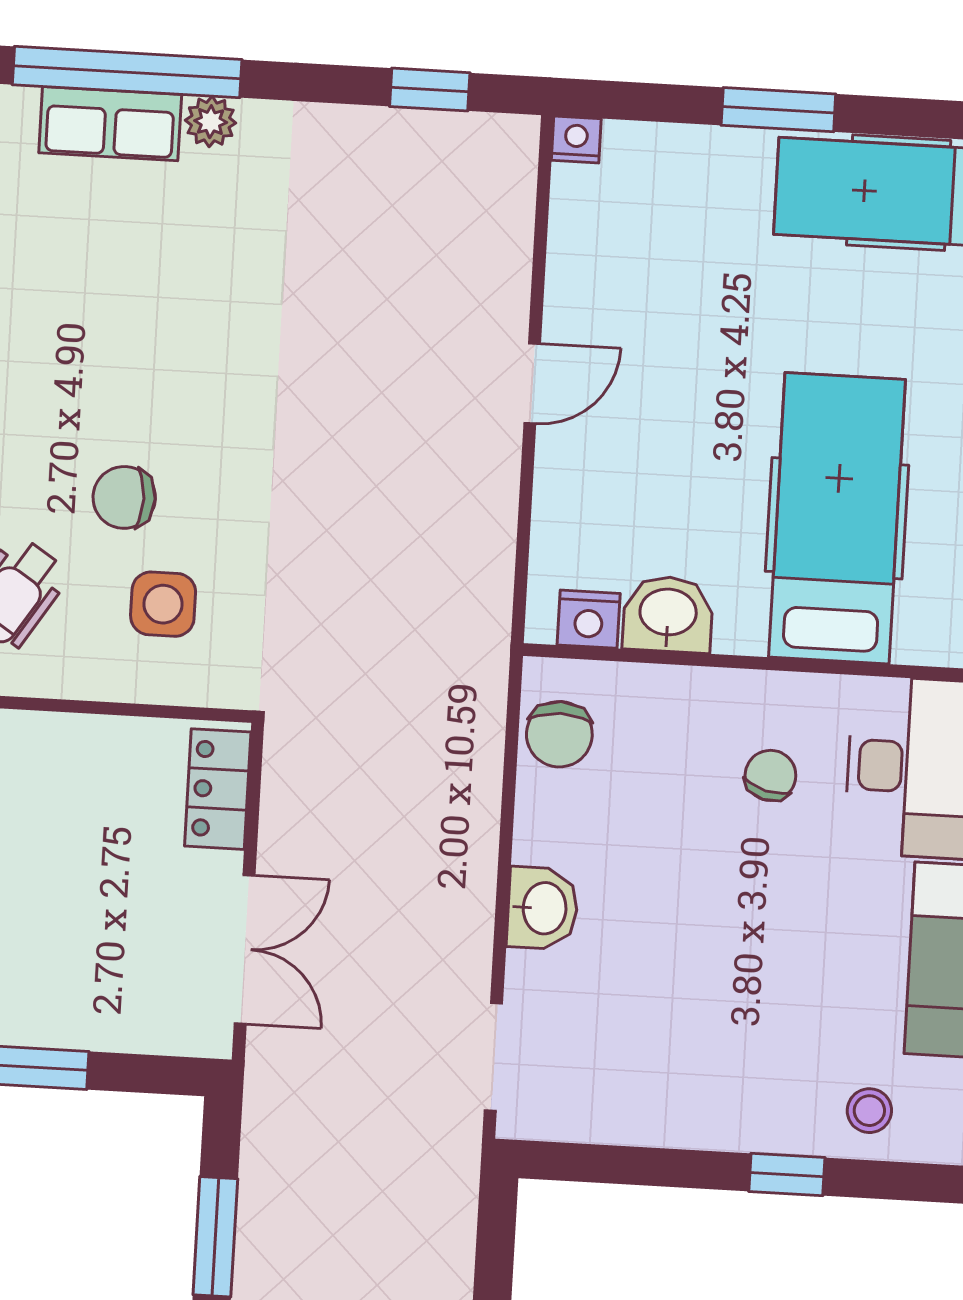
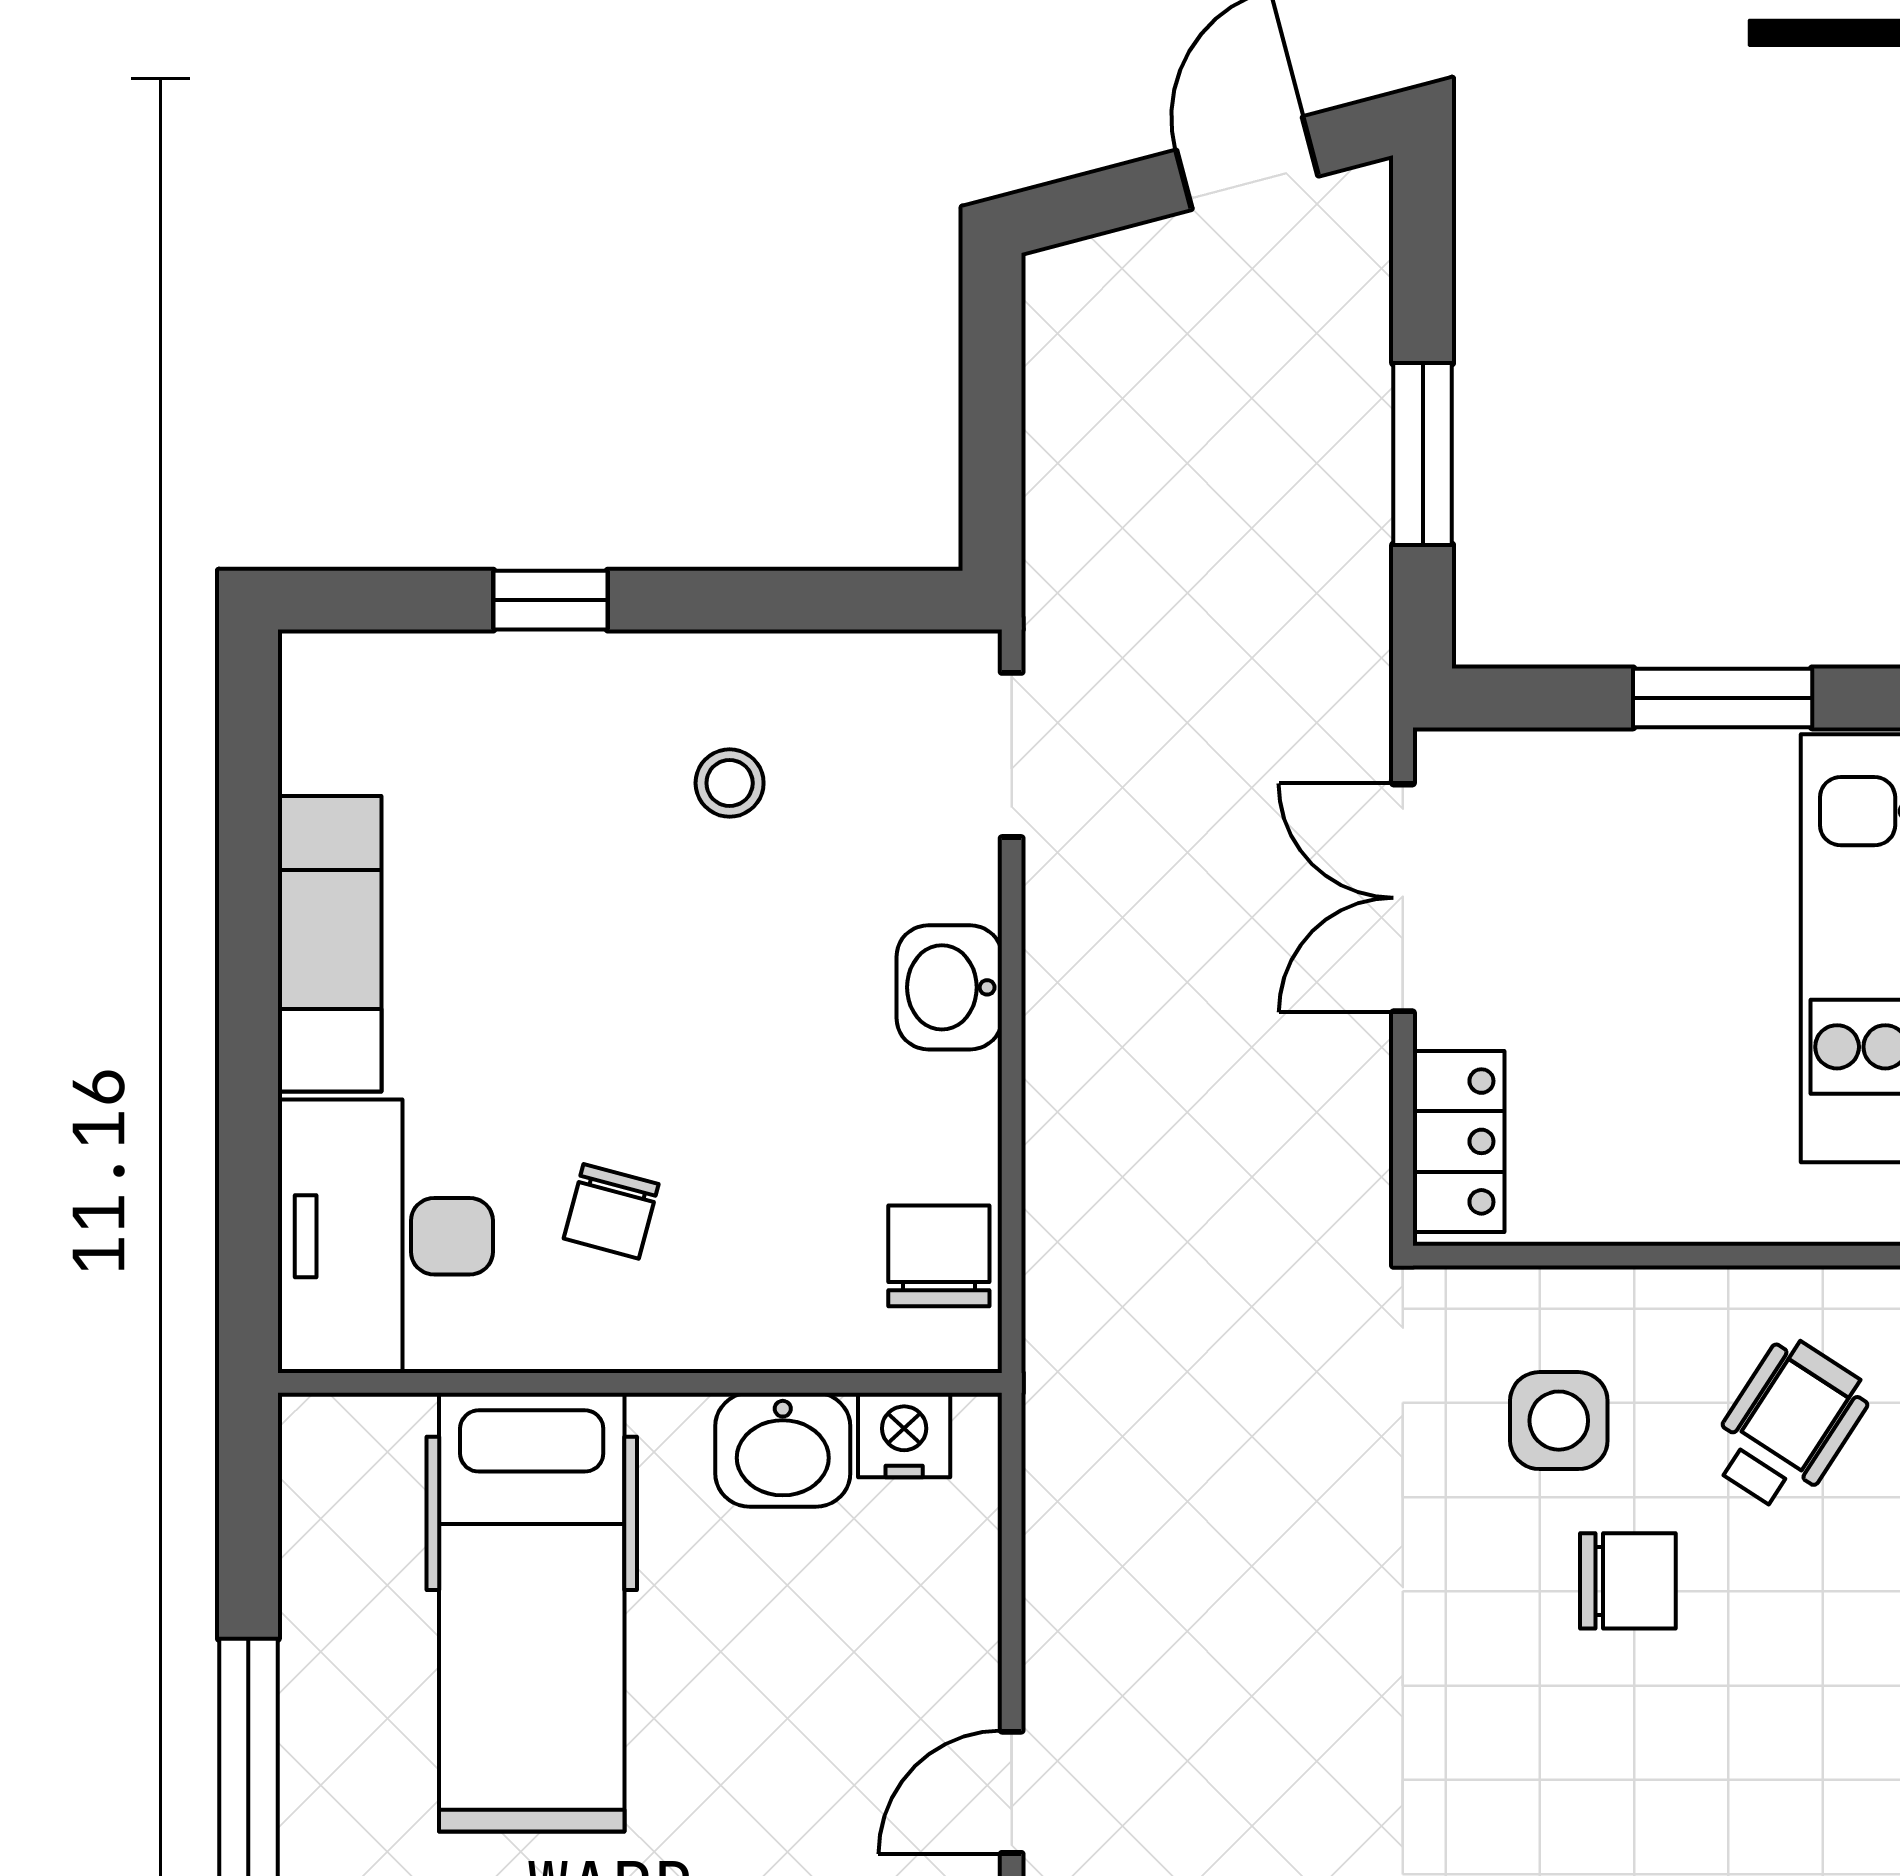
stool: (869, 1111) -> (730, 783), moved

